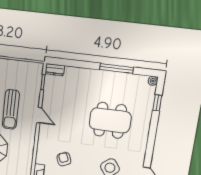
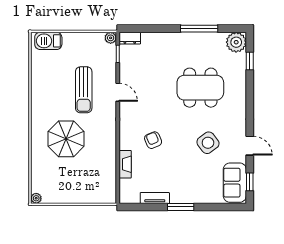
plant: (38, 67) -> (111, 38), added
plant: (153, 81) -> (236, 42), width x1.88, depth x1.88

